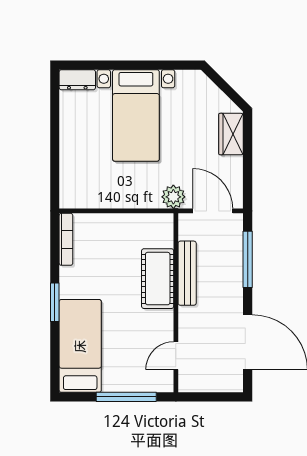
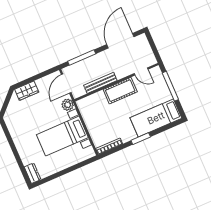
bed with nightstands: (136, 115) -> (62, 136), moved, turned 180
cot: (158, 279) -> (120, 91), moved

